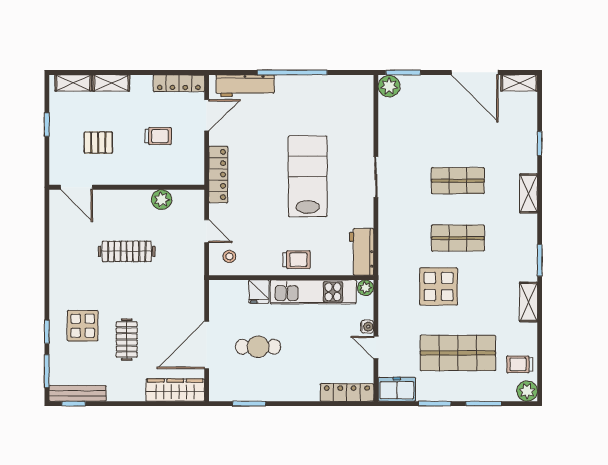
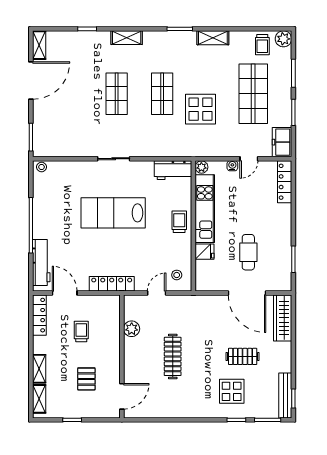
stool: (366, 86) -> (42, 167), added
plant: (389, 86) -> (42, 148), removed

